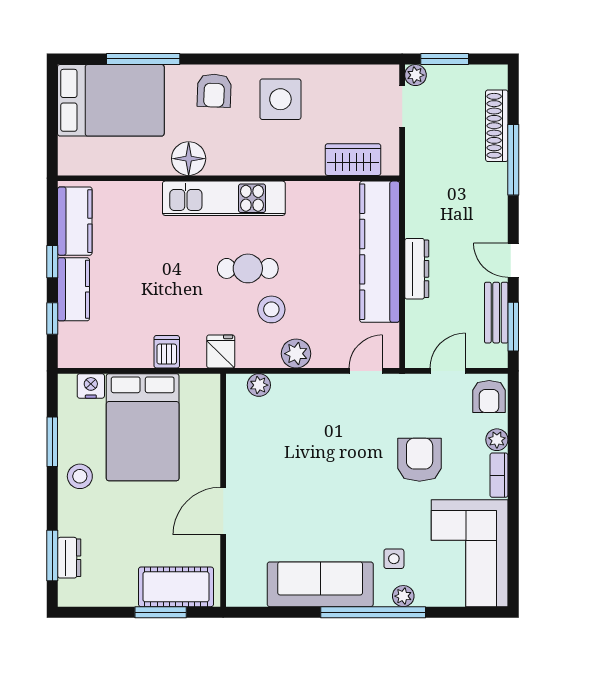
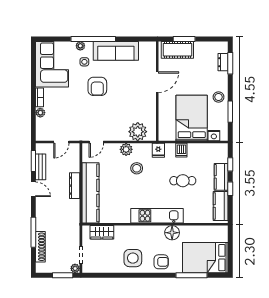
armchair: (214, 91) -> (161, 262), turned 88
cafe table: (248, 268) -> (183, 181), moved
plant: (259, 385) -> (138, 132), width x1.87, depth x1.87
armchair: (489, 397) -> (44, 131), removed
armchair: (420, 460) -> (97, 86), moved

